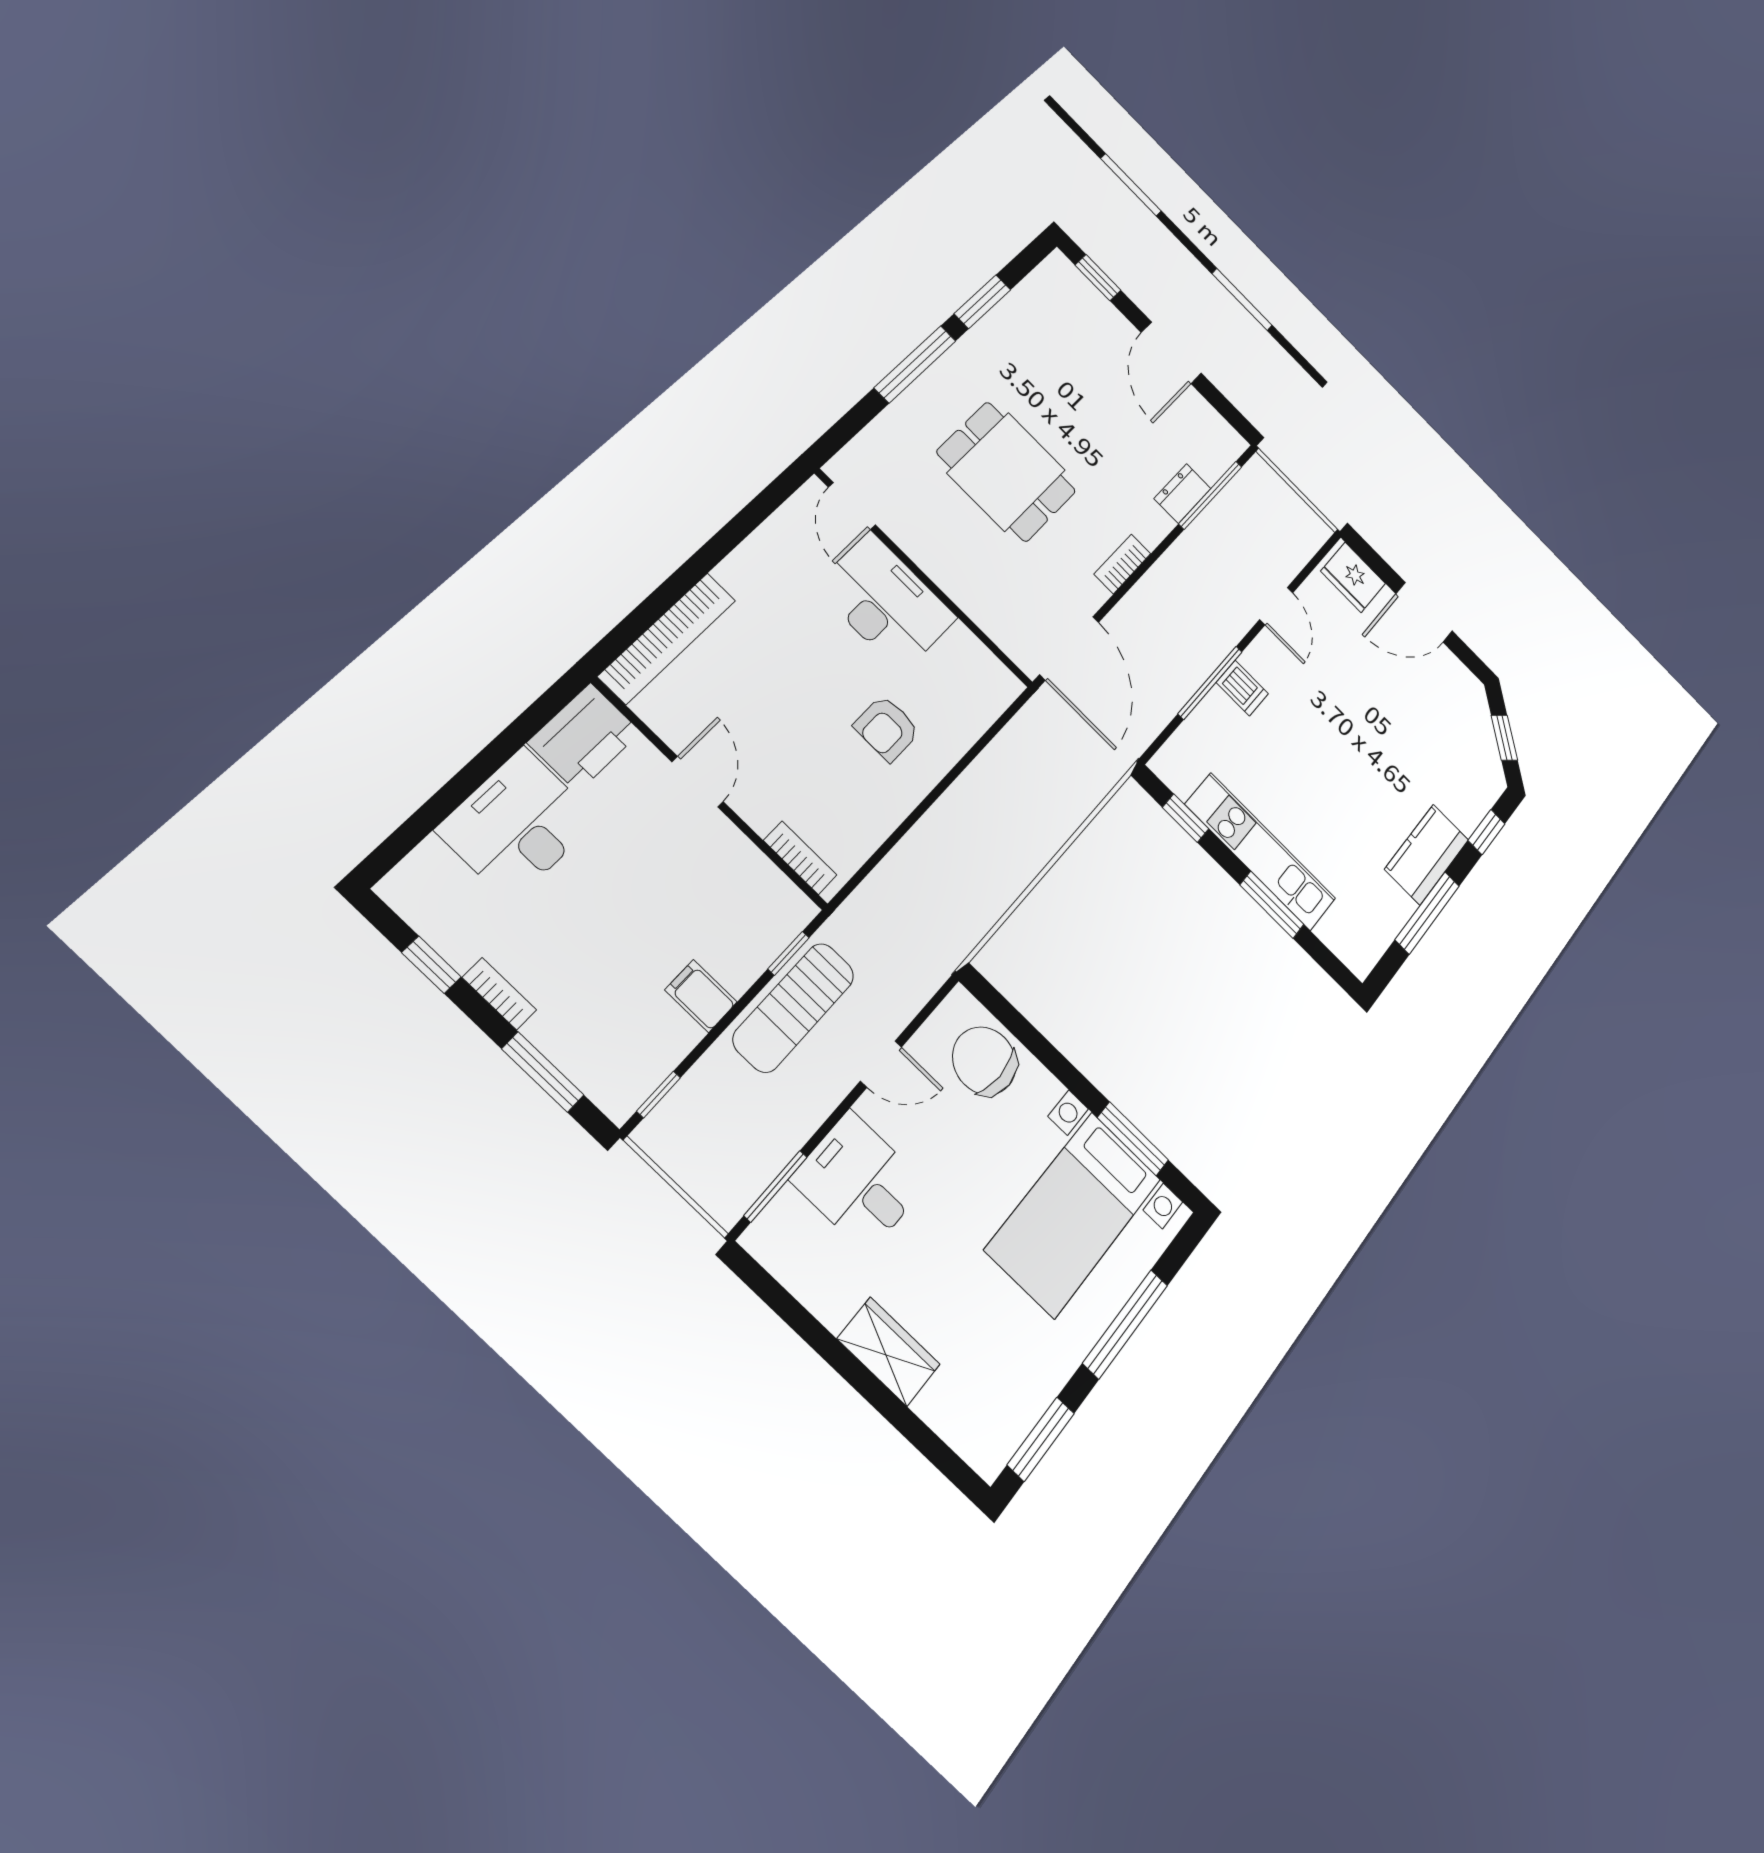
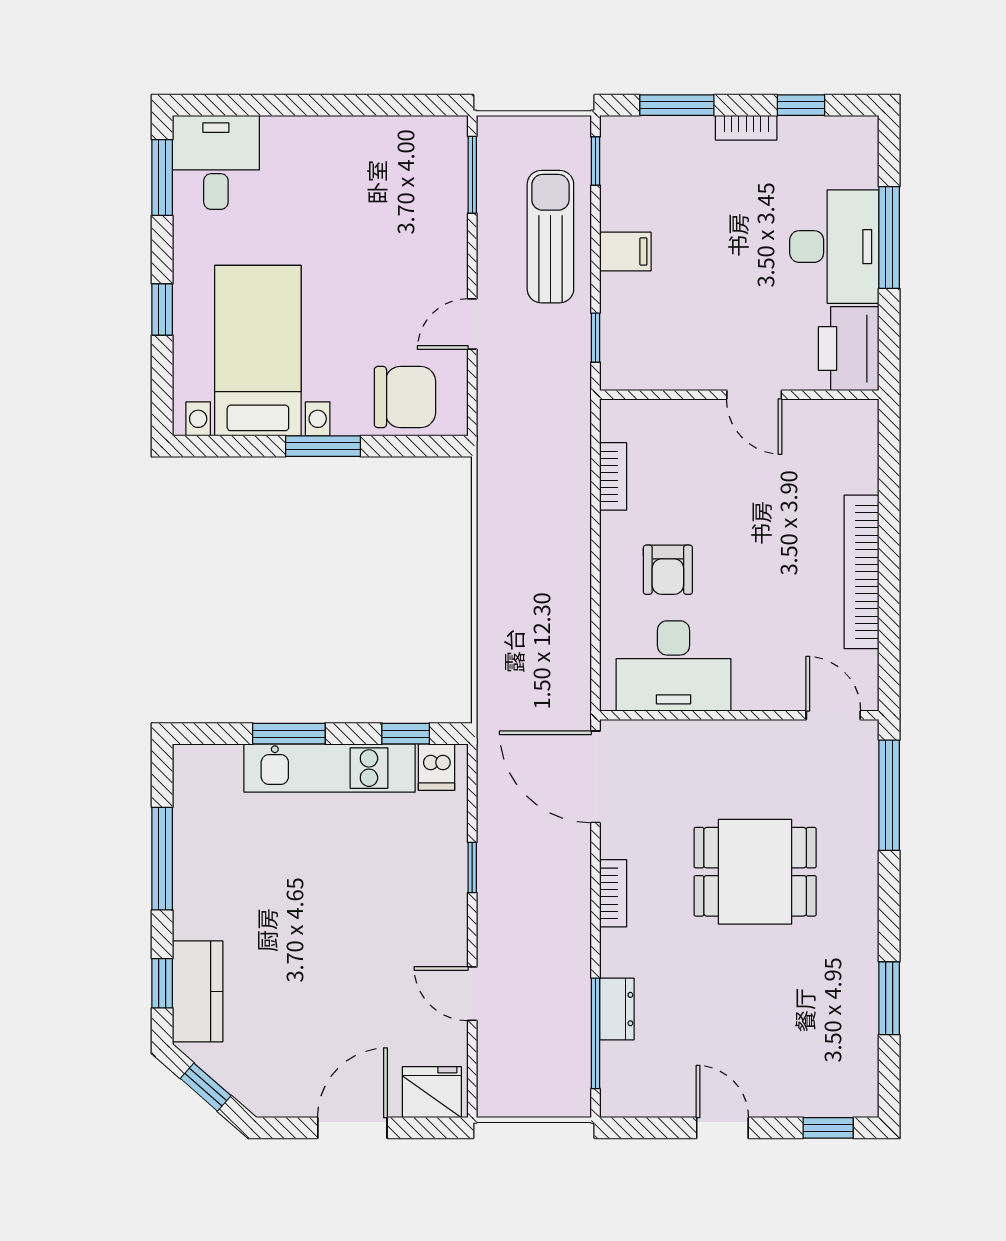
door: (1171, 353) -> (722, 1128), width x0.73
window: (915, 364) -> (889, 795), moved
desk: (886, 602) -> (674, 666), moved
bookcase: (667, 638) -> (861, 572), moved
window: (1210, 683) -> (472, 868), width x0.46
dishwasher: (1242, 688) -> (436, 767), moved, turned -90
armchair: (887, 728) -> (668, 570), turned 180
window: (462, 785) -> (889, 237), added
kitchen counter: (1427, 854) -> (198, 991), moved
bookcase: (800, 858) -> (613, 476), moved, turned -90
sun lounger: (794, 1007) -> (550, 237), moved
window: (1133, 1139) -> (323, 446), moved
desk: (859, 1182) -> (216, 162), moved, turned -90
window: (1125, 1324) -> (162, 310), width x0.46
wardrobe: (889, 1351) -> (311, 139), removed

